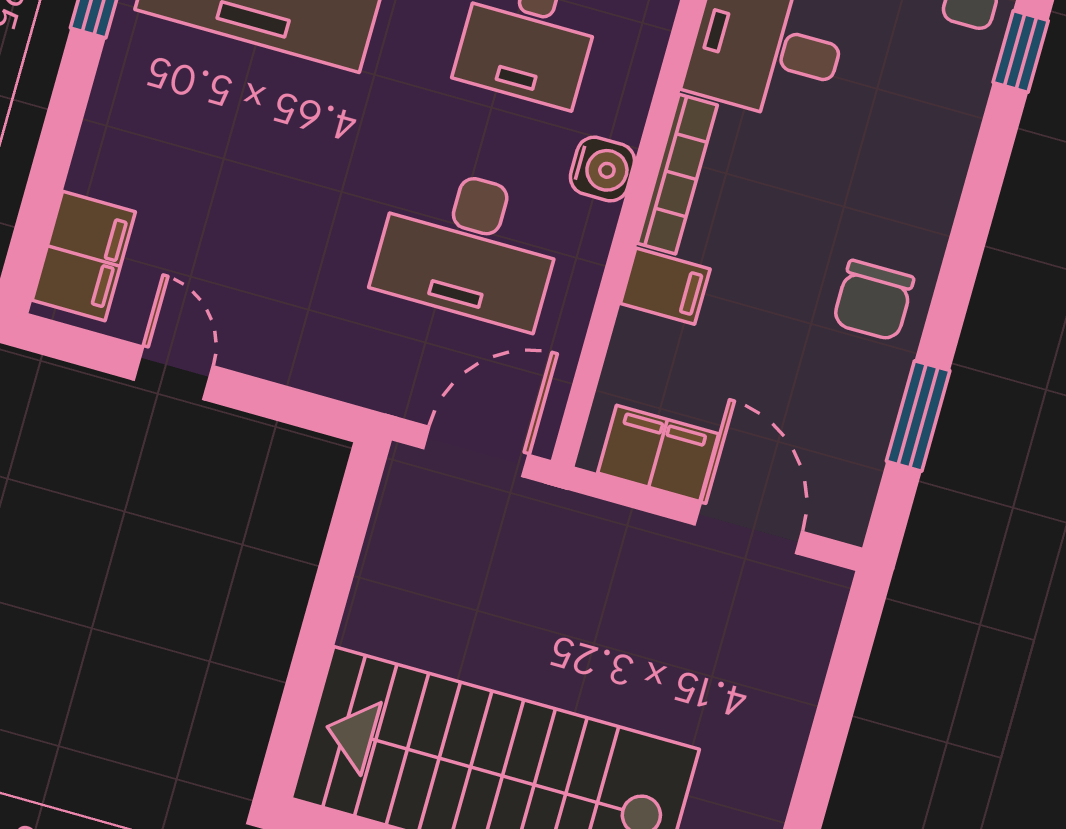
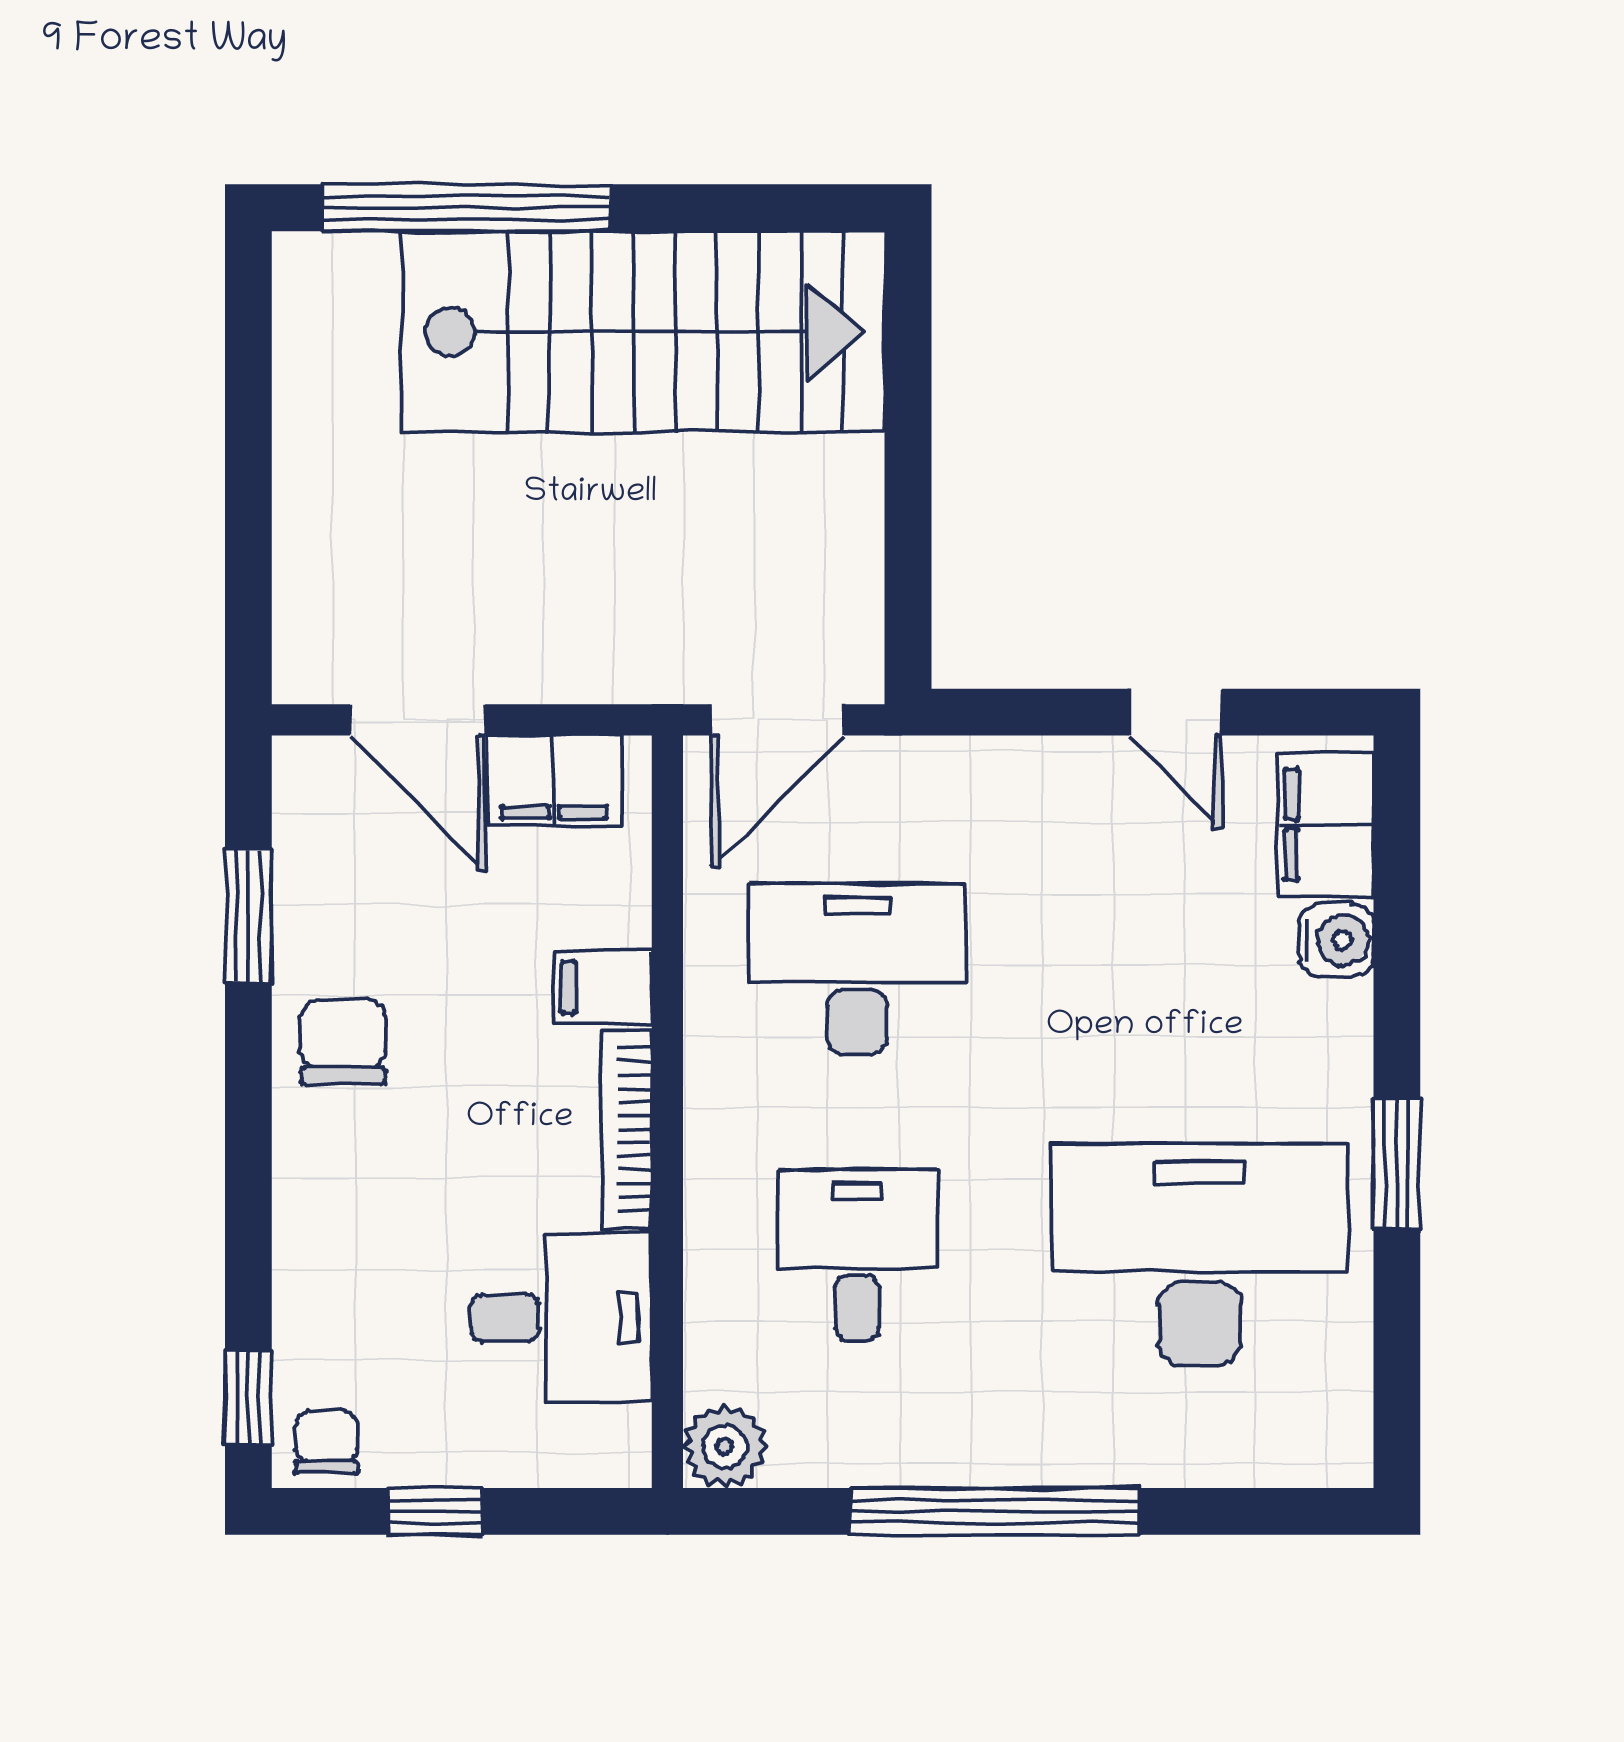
water cooler: (602, 169) -> (1336, 940), moved, turned 180

